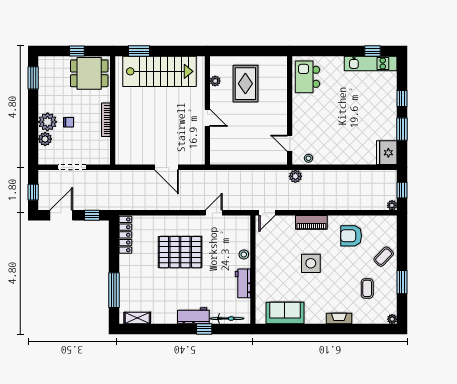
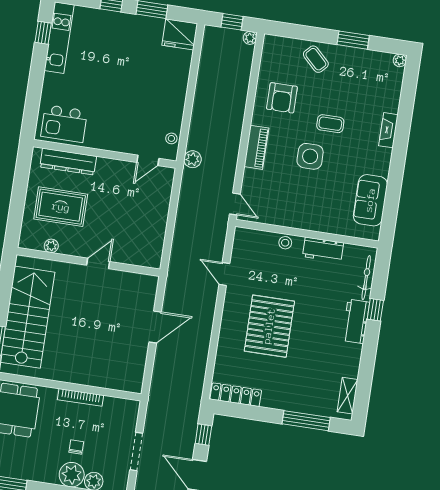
dresser: (280, 84) -> (68, 162), added
coffee table: (367, 288) -> (330, 124), moved

